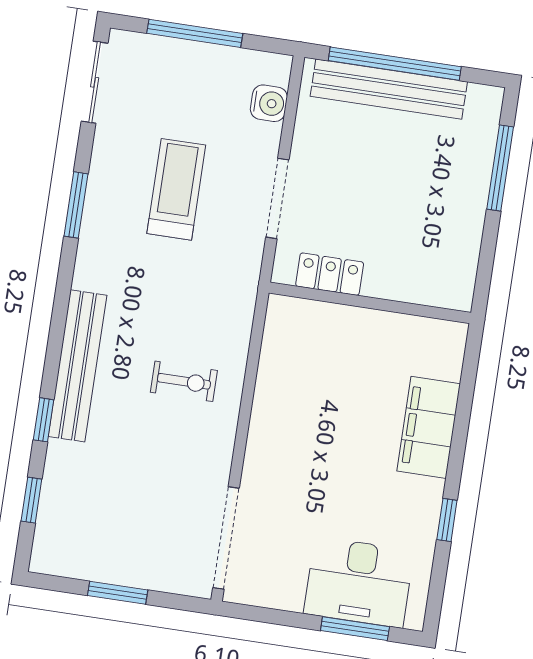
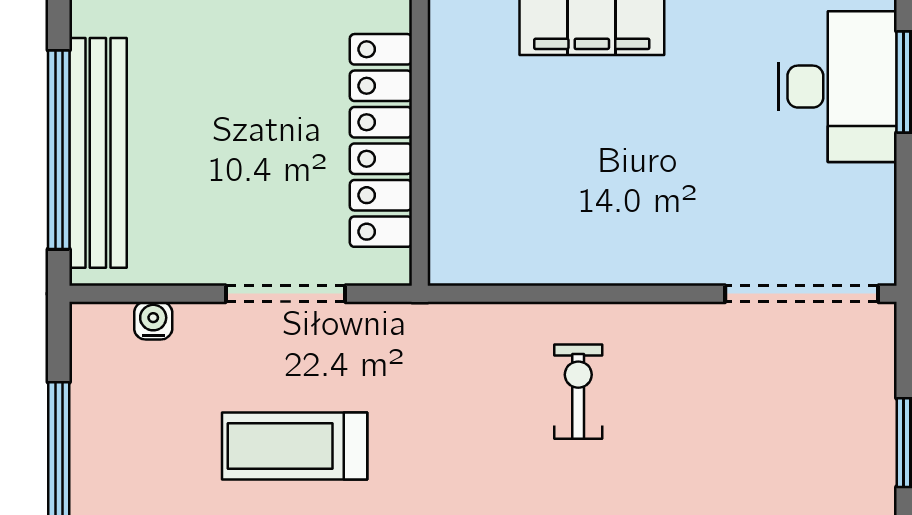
water cooler: (269, 103) -> (153, 321), width x0.72, depth x0.72
locker: (330, 274) -> (381, 140), width x2.16, depth x1.21

